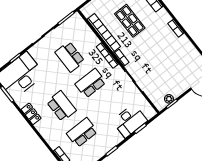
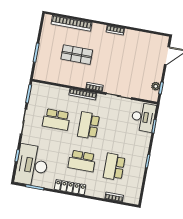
bookcase: (104, 33) -> (66, 80), removed
school desk: (61, 106) -> (82, 161), turned 180
locker: (31, 114) -> (70, 187), width x1.53
desk: (130, 121) -> (143, 117), moved

